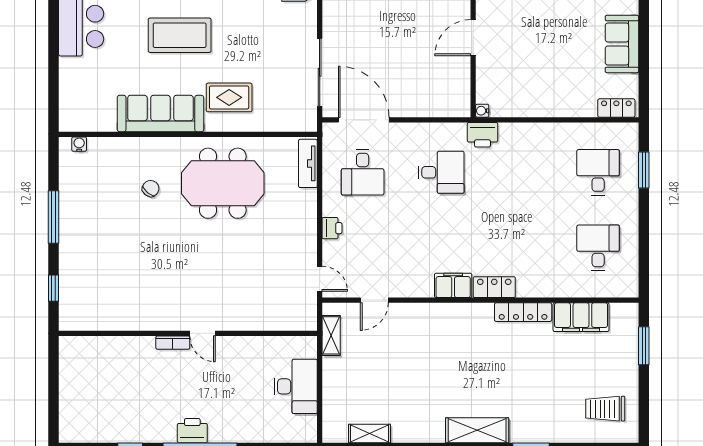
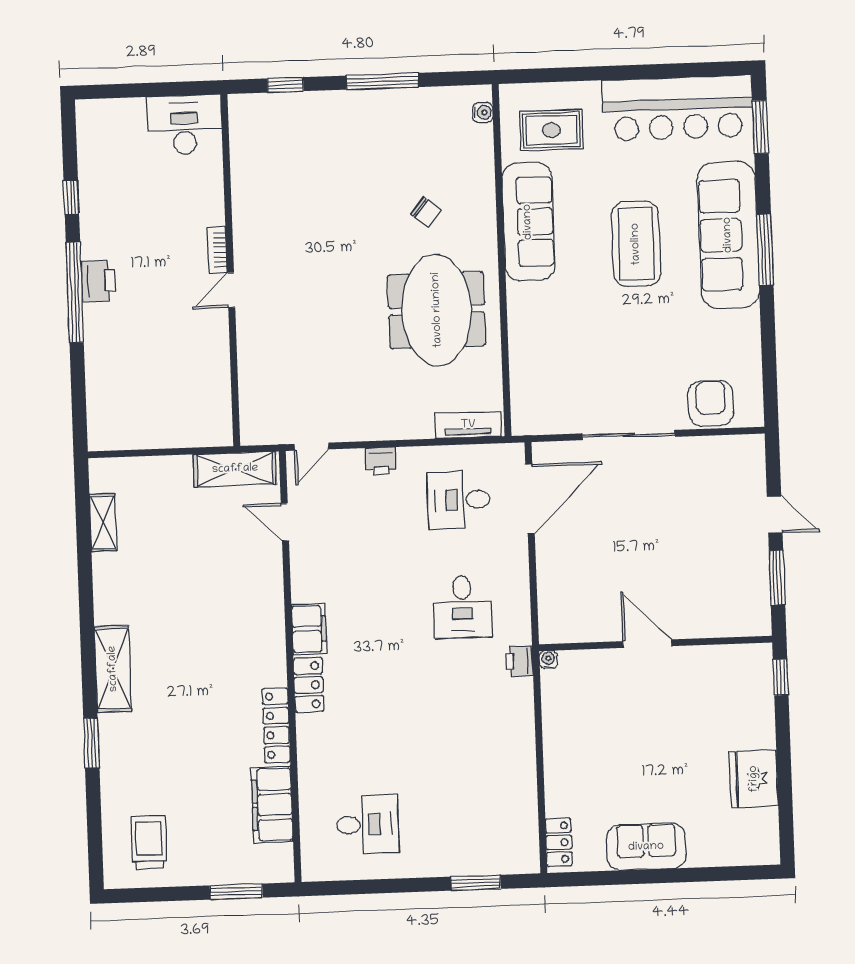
sliding door: (320, 72) -> (629, 435), moved
rug: (229, 97) -> (551, 130), moved, turned 90
printer: (482, 135) -> (519, 661), width x0.73, depth x0.81
desk: (598, 172) -> (470, 821), removed
shelving: (331, 335) -> (235, 469), width x1.50, depth x1.33
desk: (296, 386) -> (184, 125), moved, turned 180

